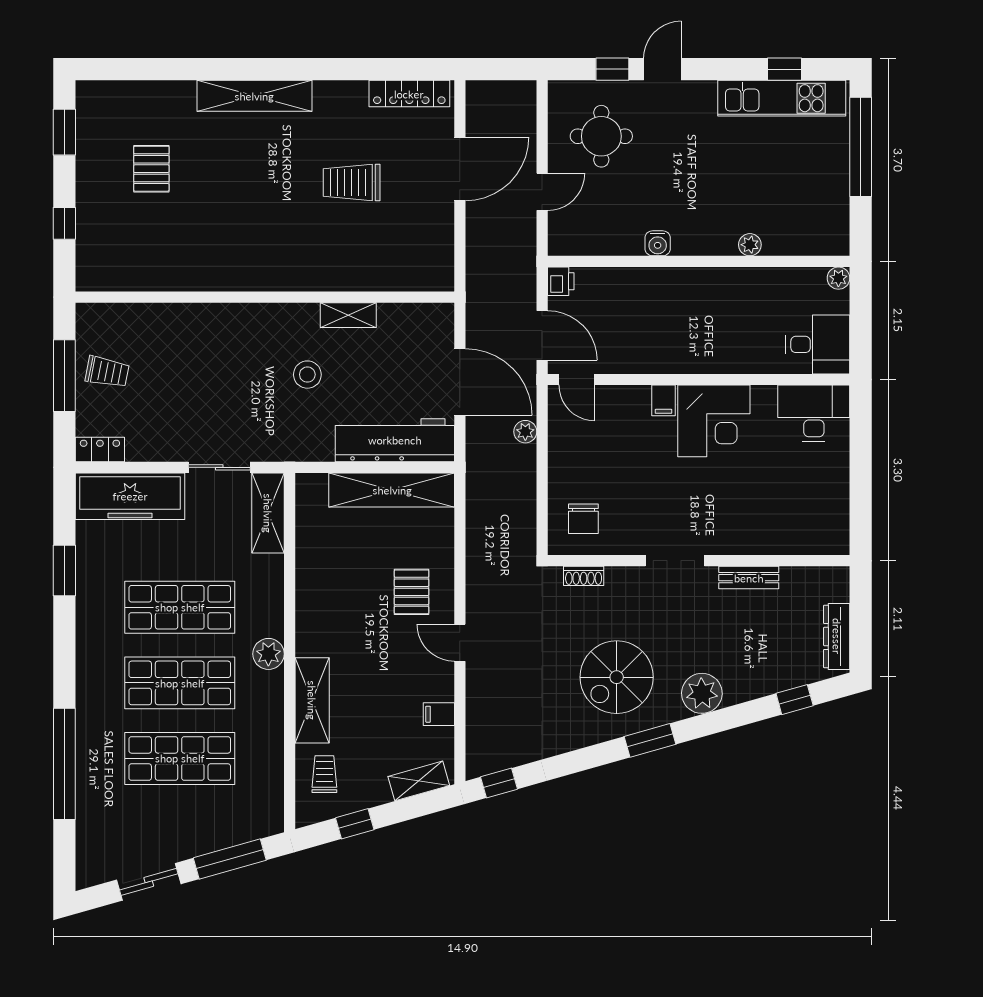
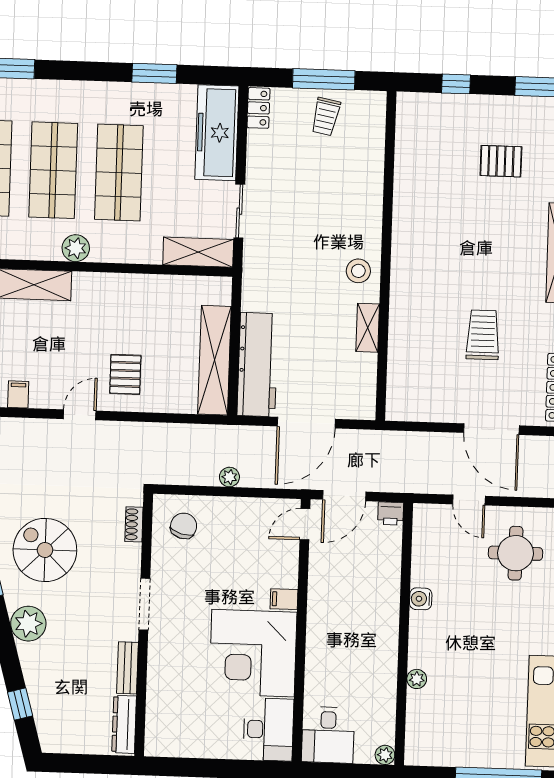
stool: (307, 375) -> (358, 271), moved
corner desk: (714, 421) -> (253, 653), width x1.36, depth x1.36
plant: (525, 432) -> (229, 477), moved
chair: (583, 519) -> (184, 526), turned 106
pallet: (412, 592) -> (125, 374), turned 90
dresser: (837, 636) -> (124, 724), moved, turned -90

